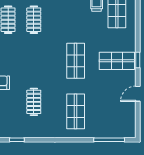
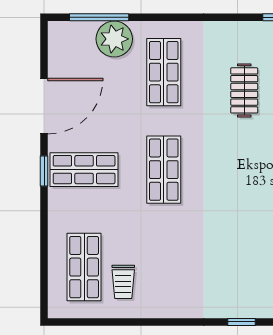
clothes rail: (34, 20) -> (244, 249), removed
door: (138, 94) -> (44, 106), width x1.87
plant: (101, 129) -> (114, 39), added

